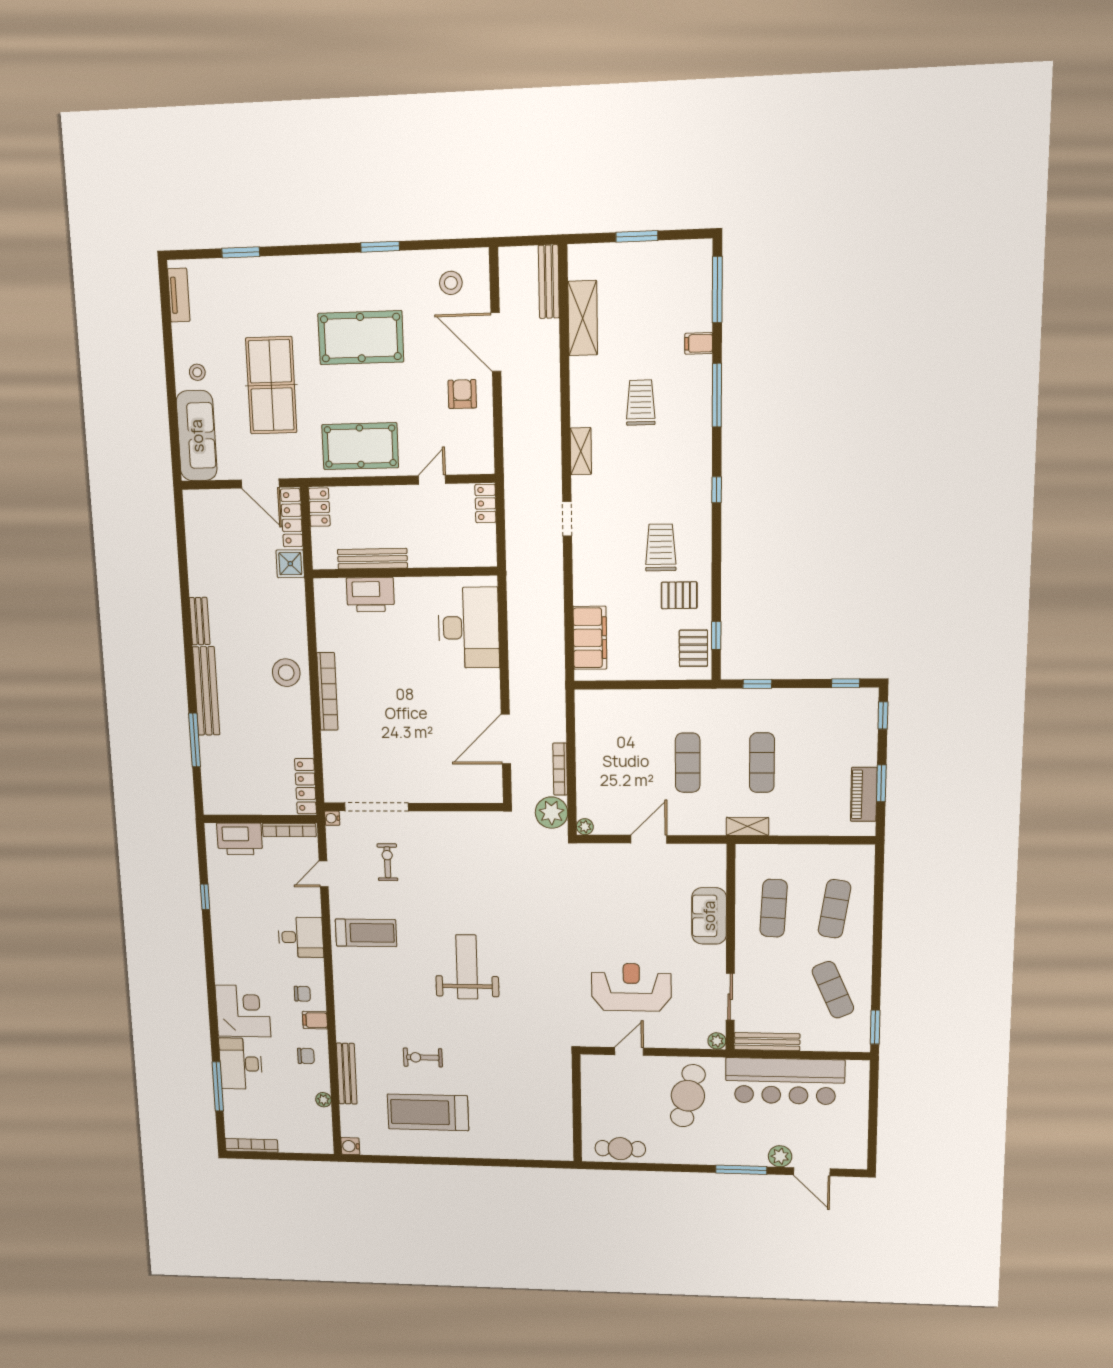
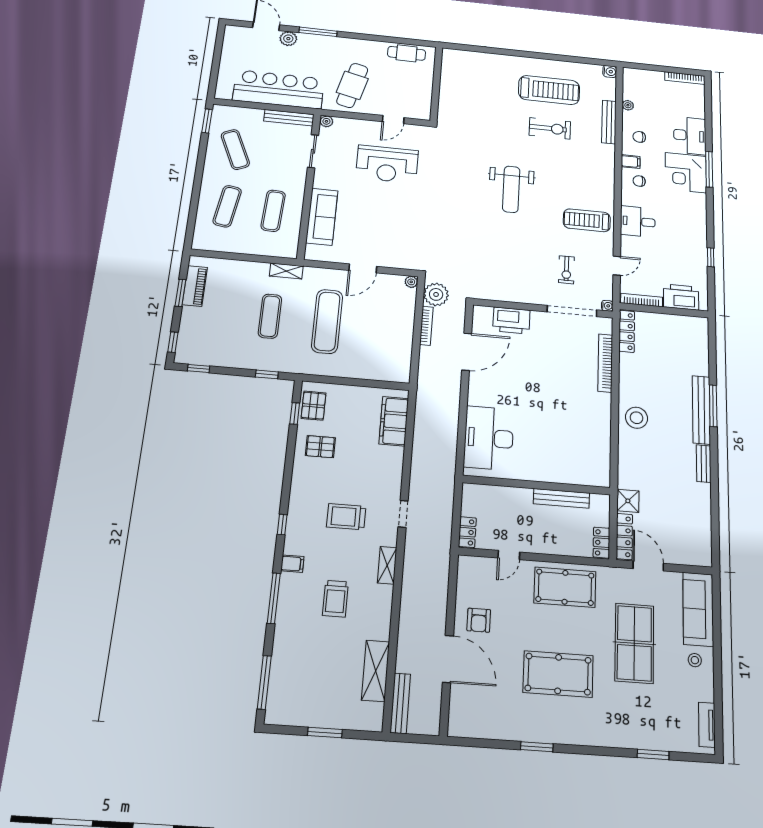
stool: (451, 283) -> (481, 711), removed
filing cabinet: (699, 343) -> (292, 564), moved
trolley: (661, 547) -> (346, 517), moved, turned 90
printer: (370, 595) -> (511, 320), moved, turned 180
bookcase: (327, 691) -> (605, 363), moved
window: (195, 740) -> (713, 406), moved
exercise mat: (688, 763) -> (327, 321), width x1.36, depth x1.45
sofa: (709, 916) -> (322, 217), width x1.36
exercise bike: (423, 1057) -> (550, 128), width x1.38, depth x1.39
window: (218, 1086) -> (709, 169), moved

